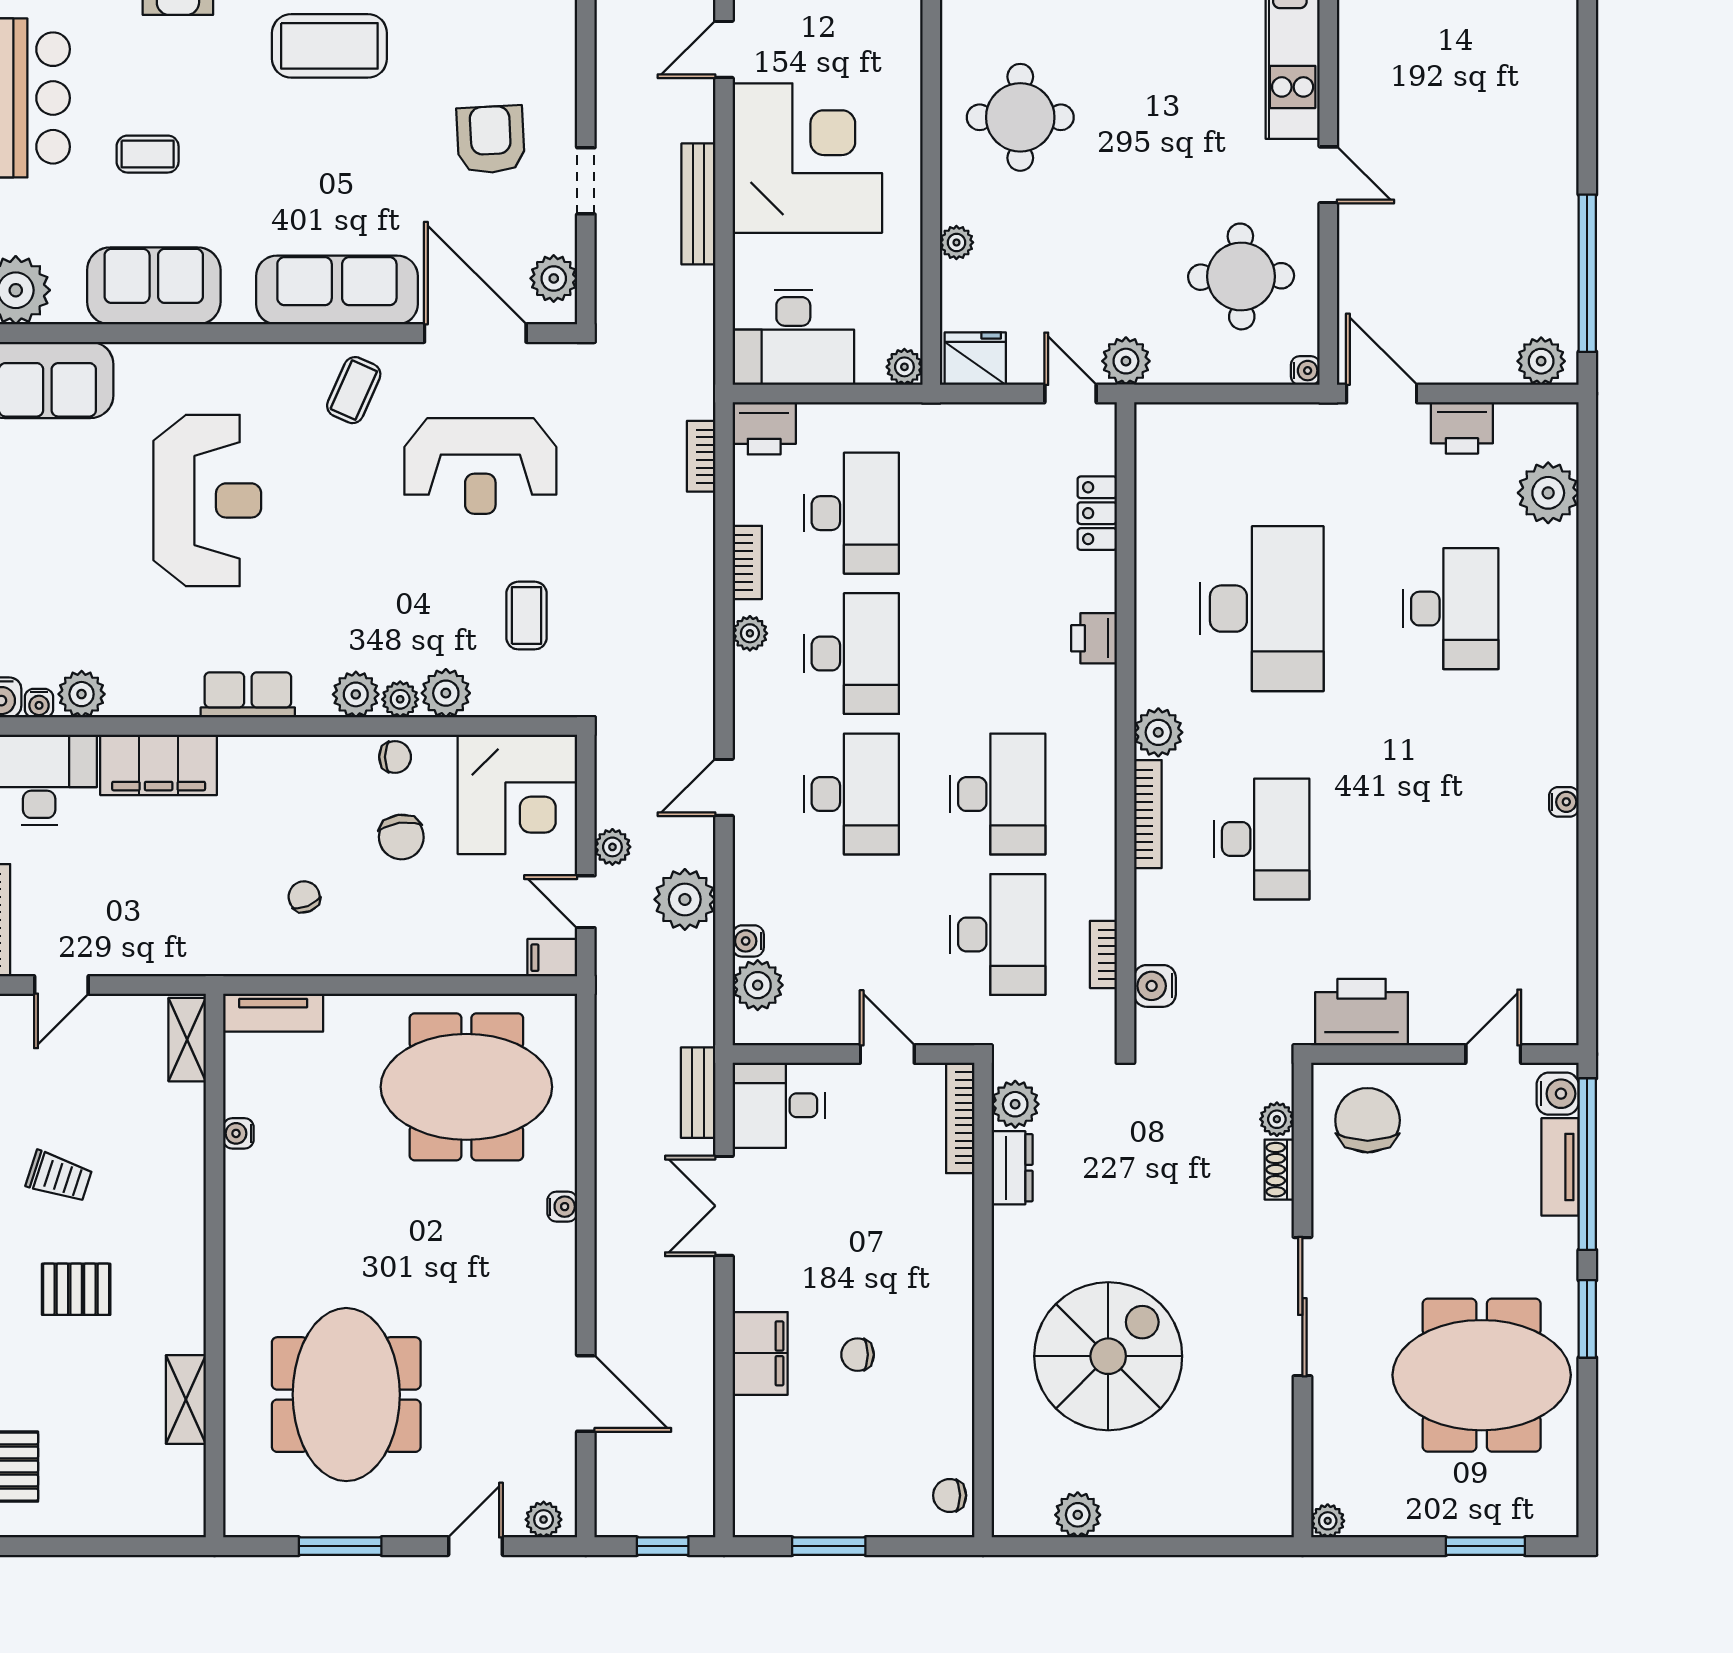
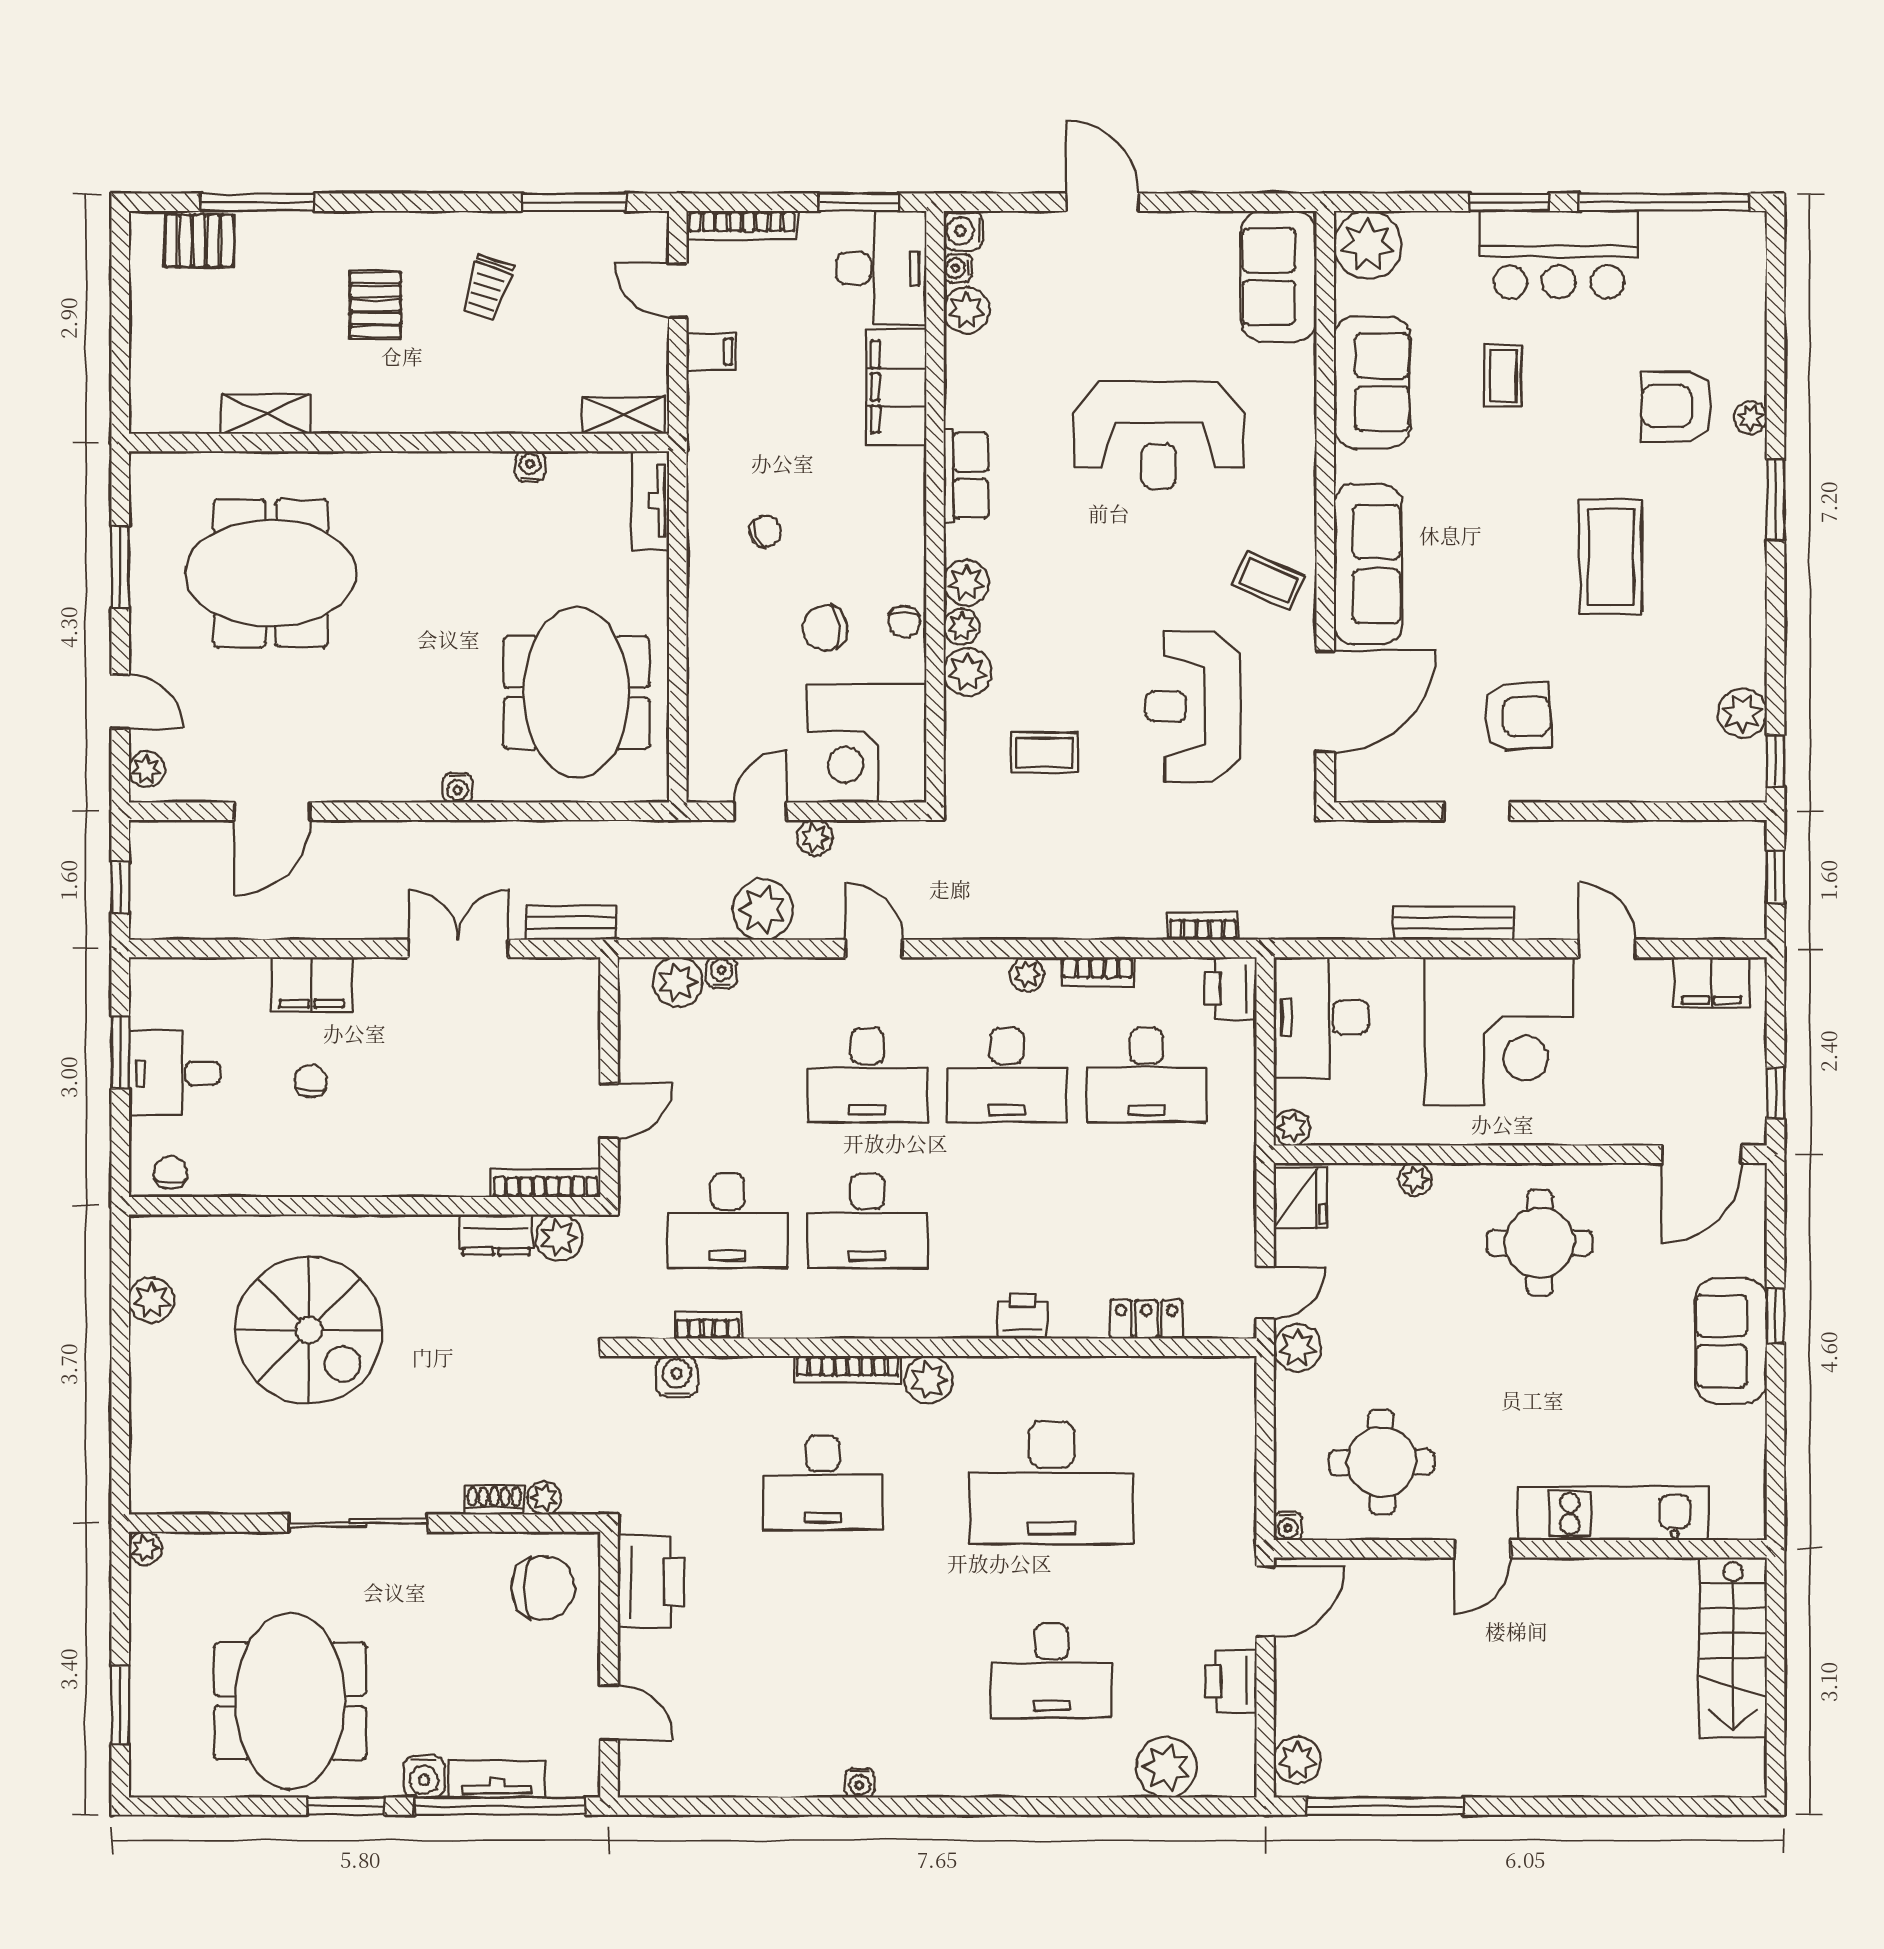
plant: (554, 278) -> (1380, 779), removed
filing cabinet: (552, 958) -> (711, 352), moved, turned 90
water cooler: (1558, 1094) -> (424, 1777), moved
desk: (779, 1105) -> (174, 1073), moved, turned -90

